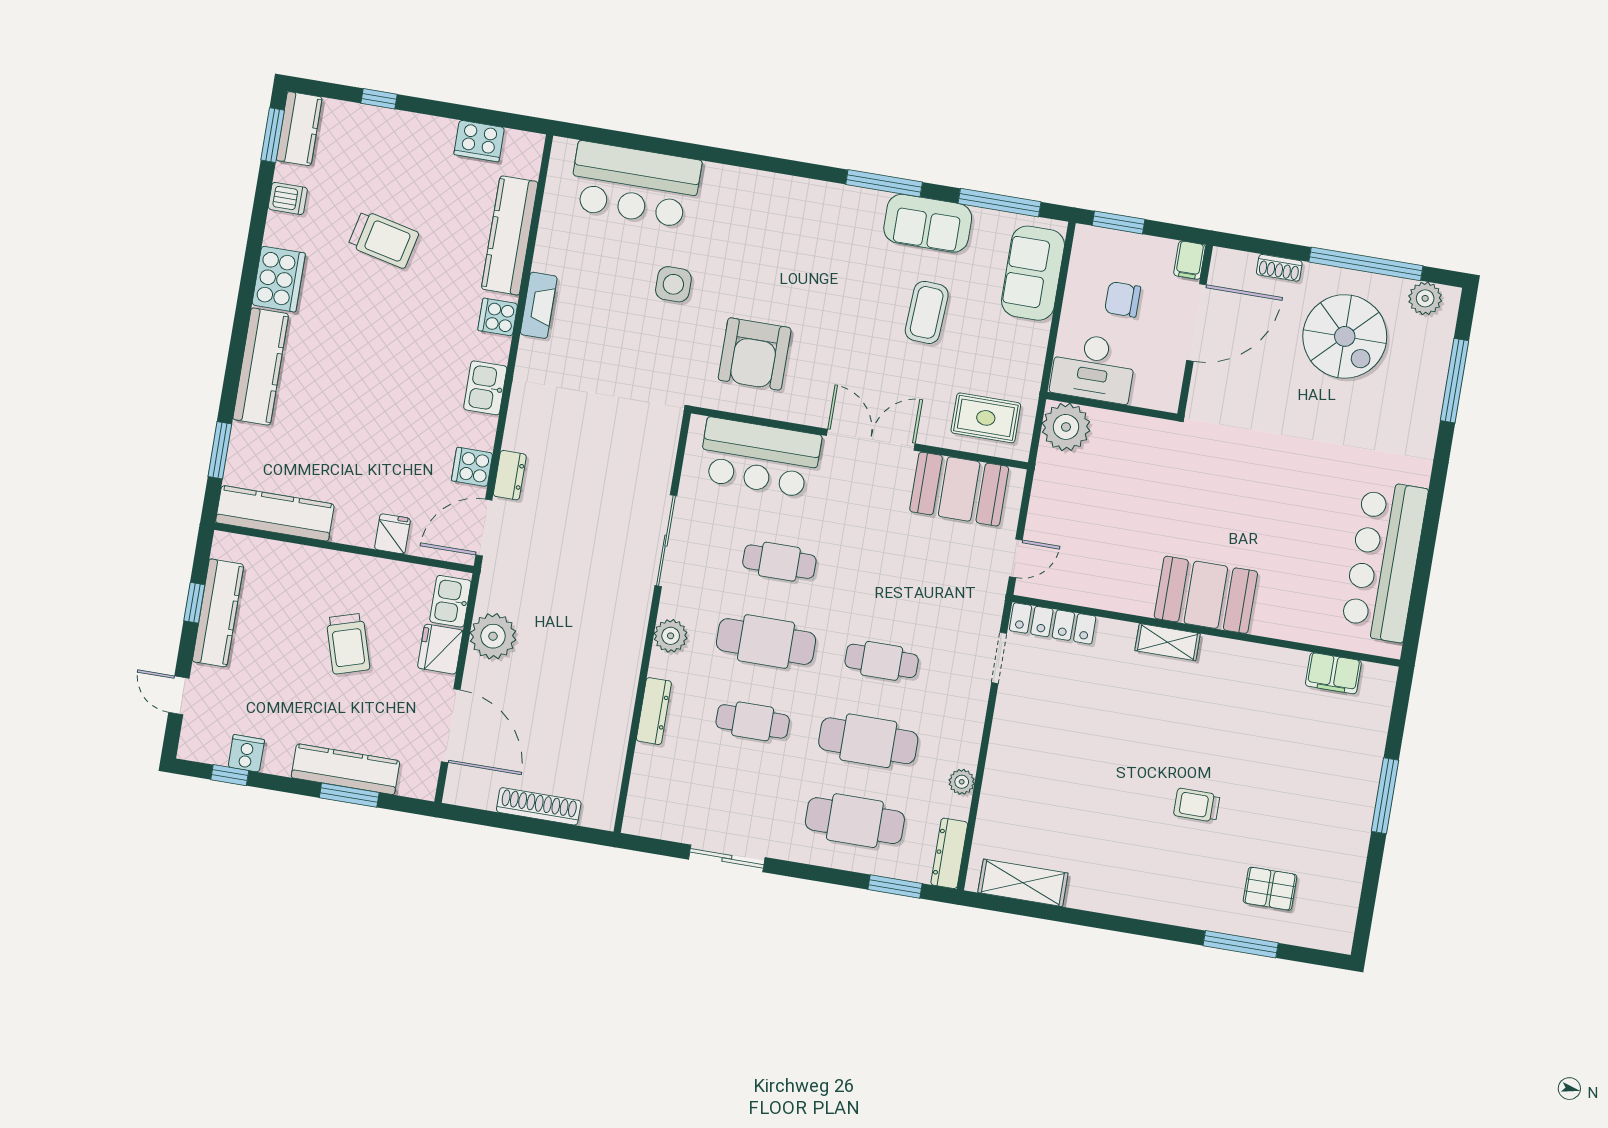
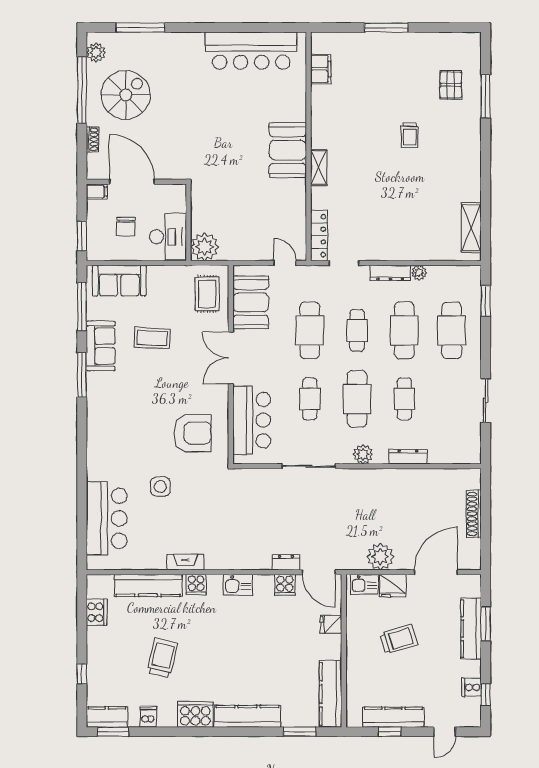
cafe table: (895, 581) -> (310, 330), added
dresser: (949, 853) -> (390, 273), moved

